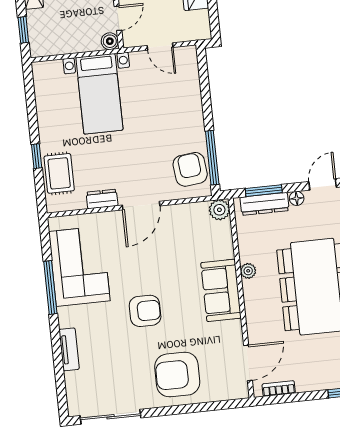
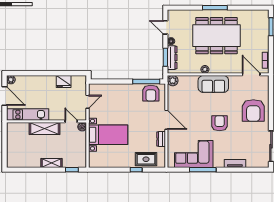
armchair: (190, 169) -> (151, 93), turned -84

